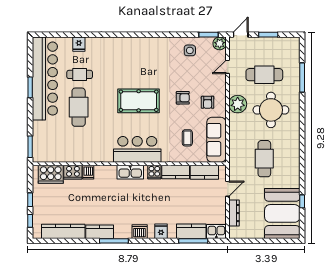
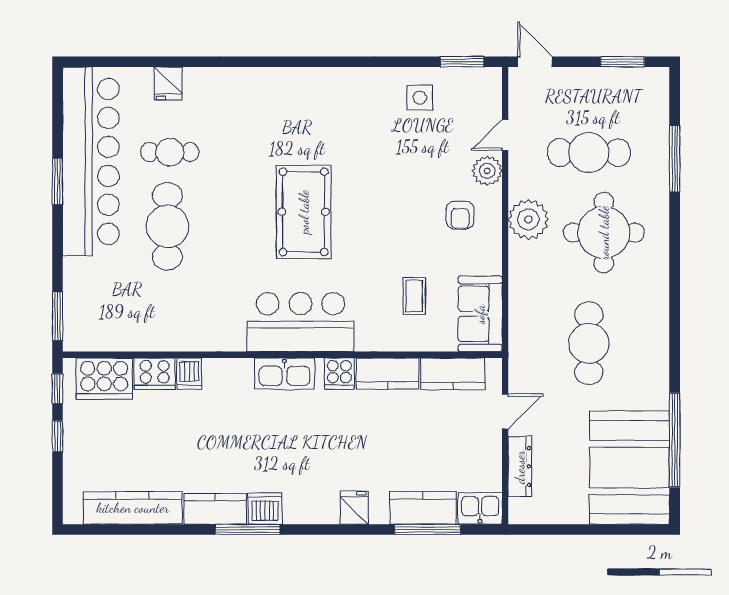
door: (241, 35) -> (535, 62), hinge flipped
window: (268, 35) -> (622, 62), moved
plant: (220, 43) -> (487, 171), moved
armchair: (183, 98) -> (404, 205), removed
pool table: (139, 101) -> (304, 212), turned 90
sofa: (216, 140) -> (480, 314), width x0.73
window: (302, 201) -> (675, 440), width x3.17
window: (30, 221) -> (57, 389), moved
dishwasher: (140, 232) -> (265, 509), moved

